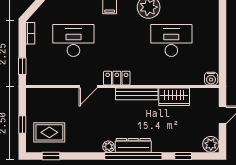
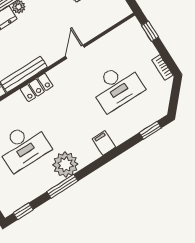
locker: (117, 78) -> (37, 87), moved

